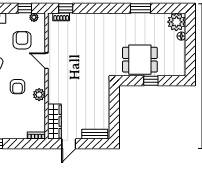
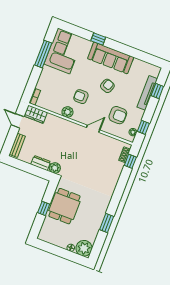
plant: (103, 85) -> (55, 168), added
dresser: (104, 102) -> (41, 163), added
wardrobe: (54, 122) -> (36, 114), width x0.67

